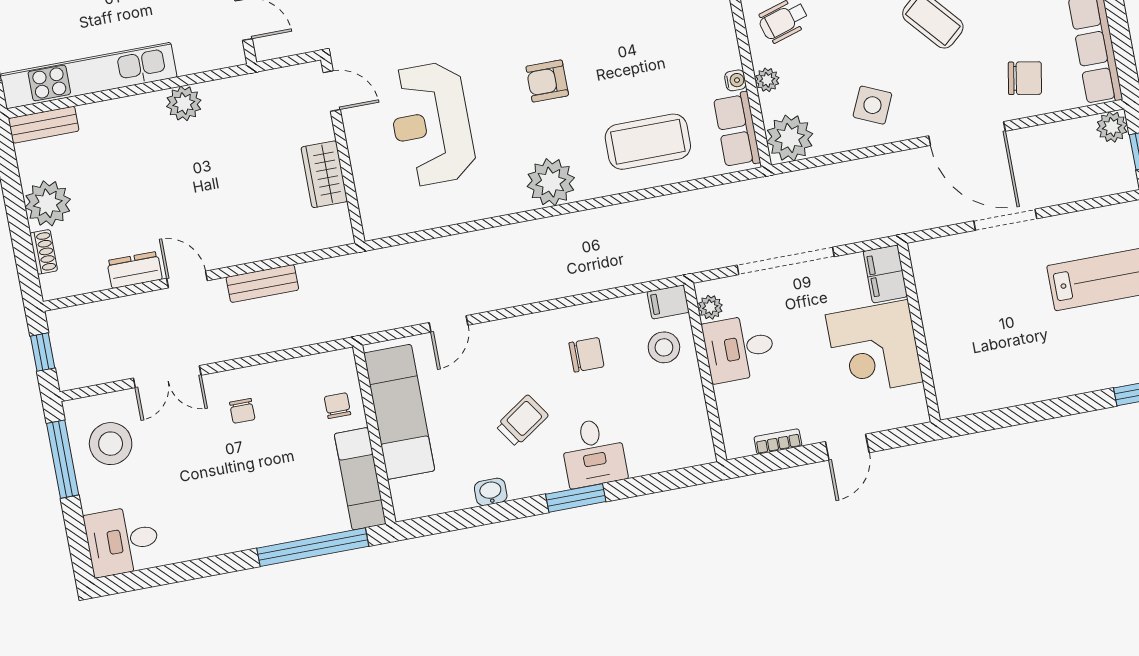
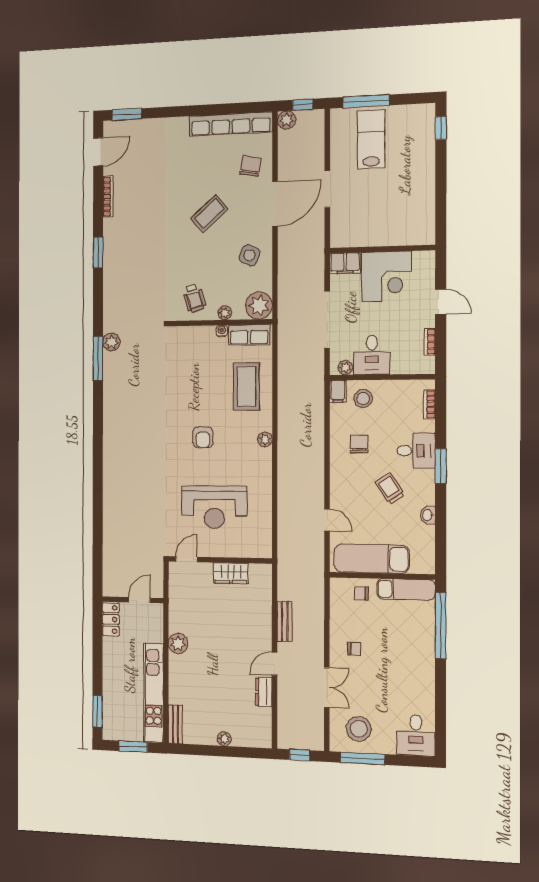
plant: (551, 182) -> (265, 439), width x0.53, depth x0.53
plant: (48, 203) -> (224, 739), width x0.53, depth x0.53
shoe rack: (44, 252) -> (244, 741), removed
bookcase: (675, 460) -> (429, 404), added

